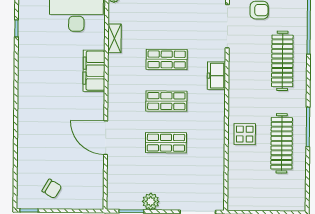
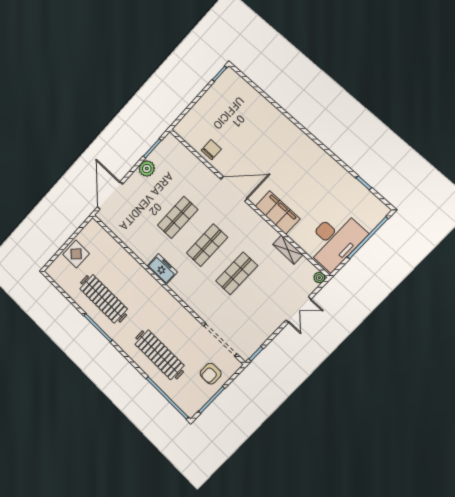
freezer: (216, 76) -> (162, 269), moved
display table: (245, 134) -> (76, 254), moved
door: (106, 138) -> (234, 189), moved
chair: (52, 189) -> (211, 150), moved, turned 149

